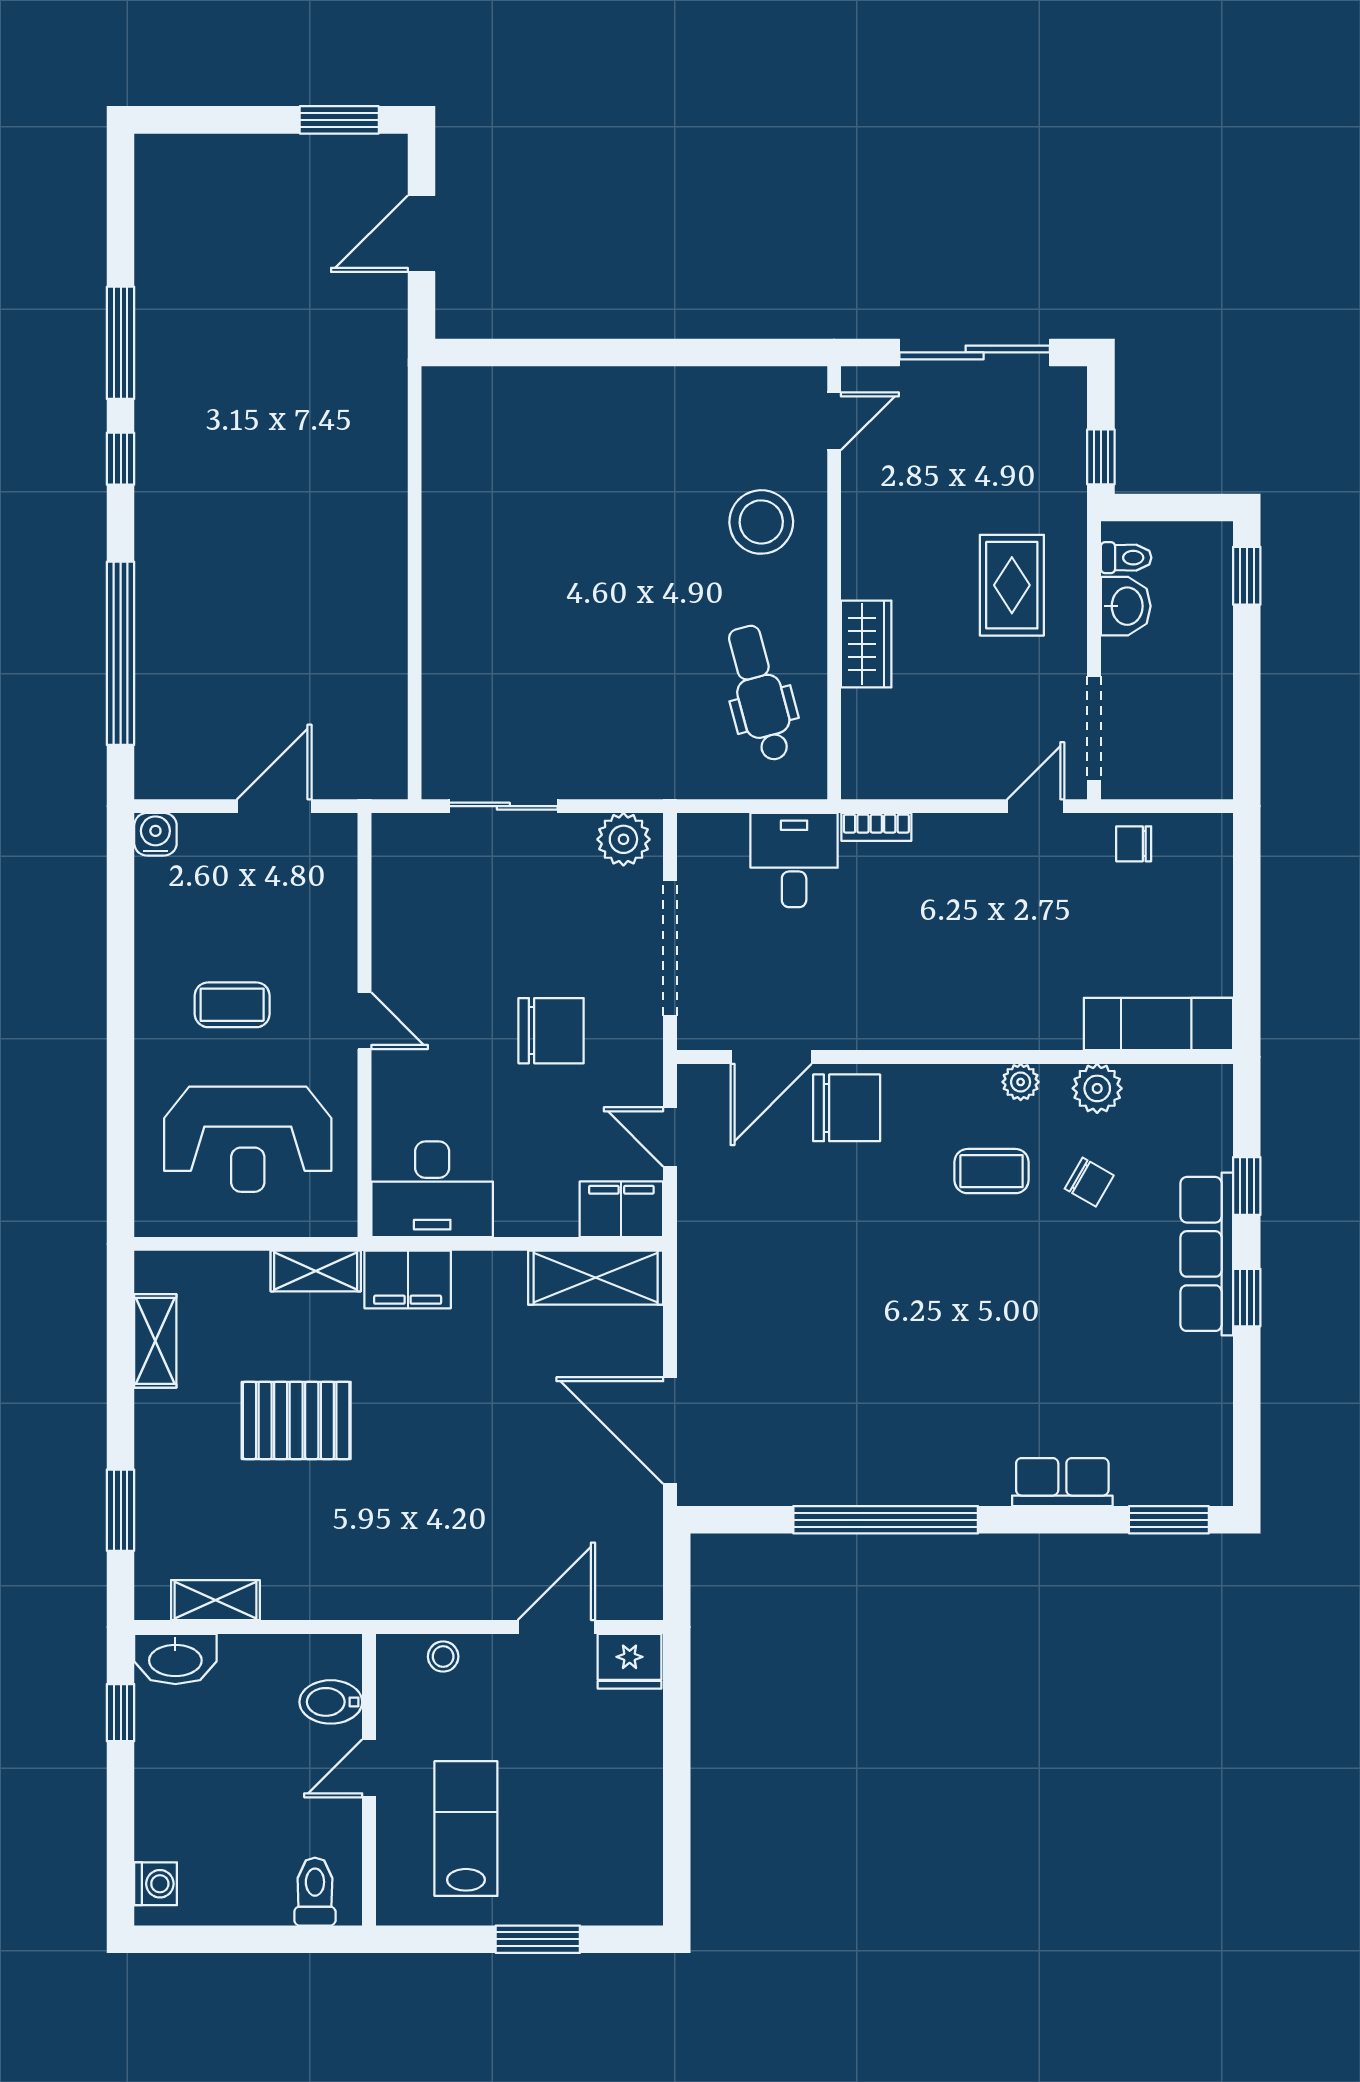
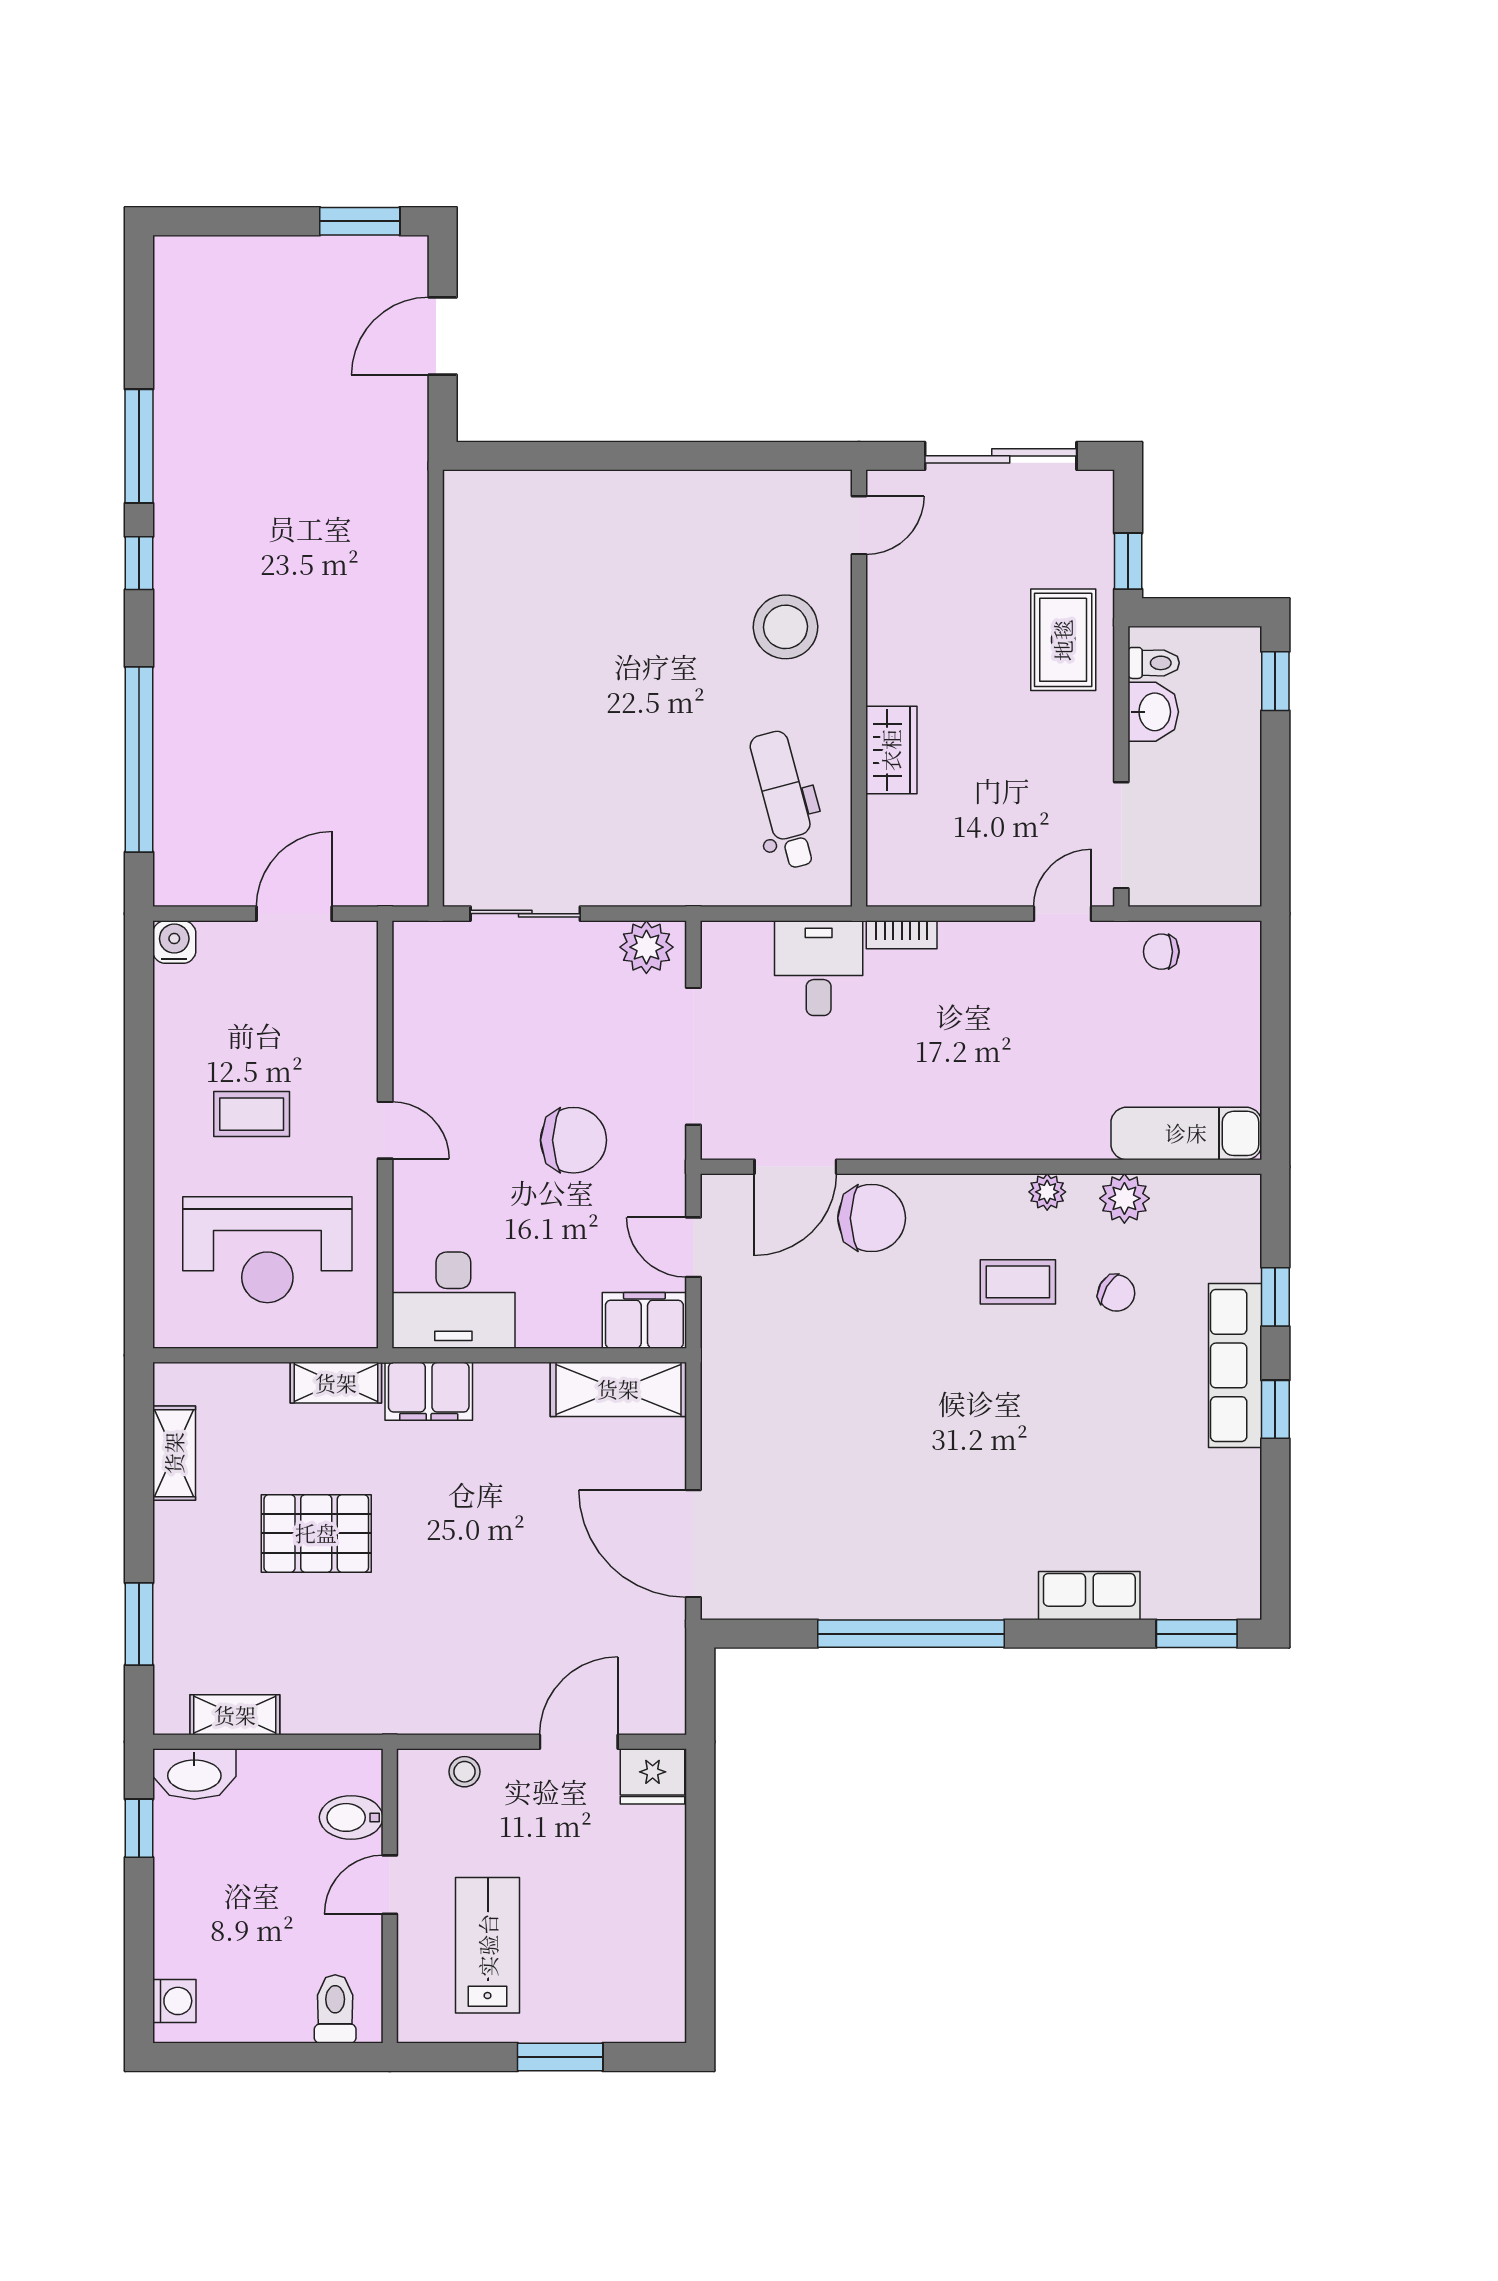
rug: (1012, 585) -> (1063, 640), moved

